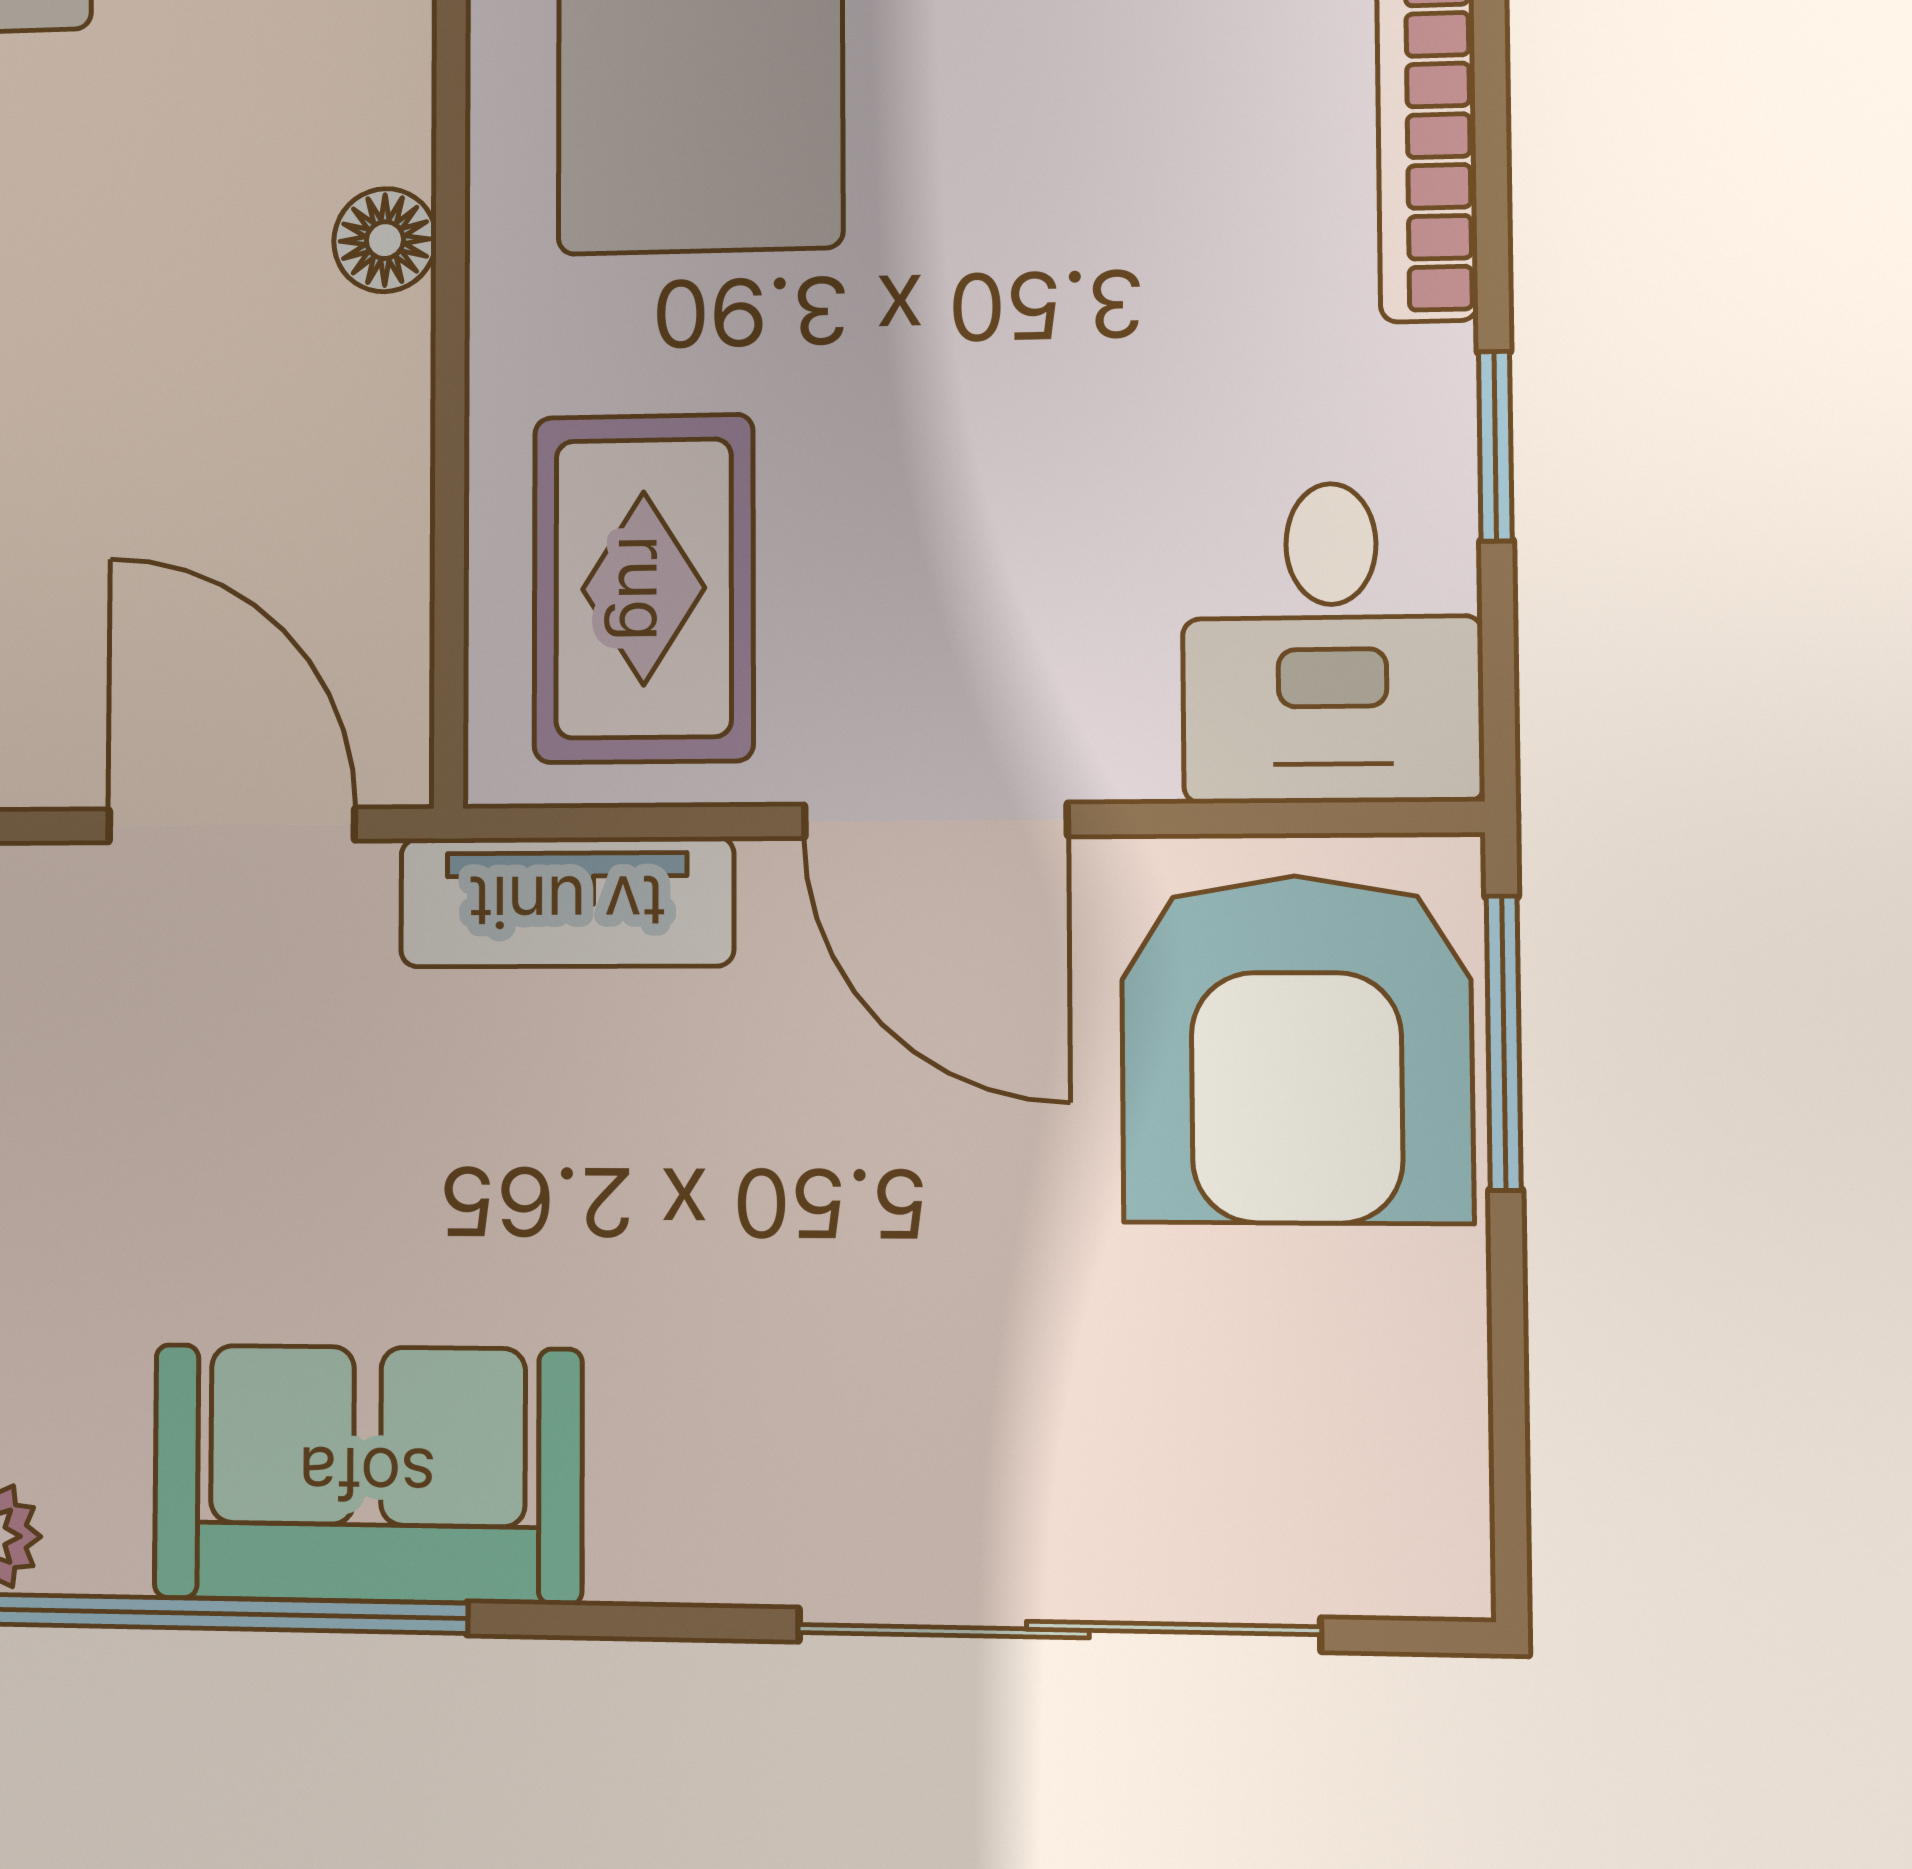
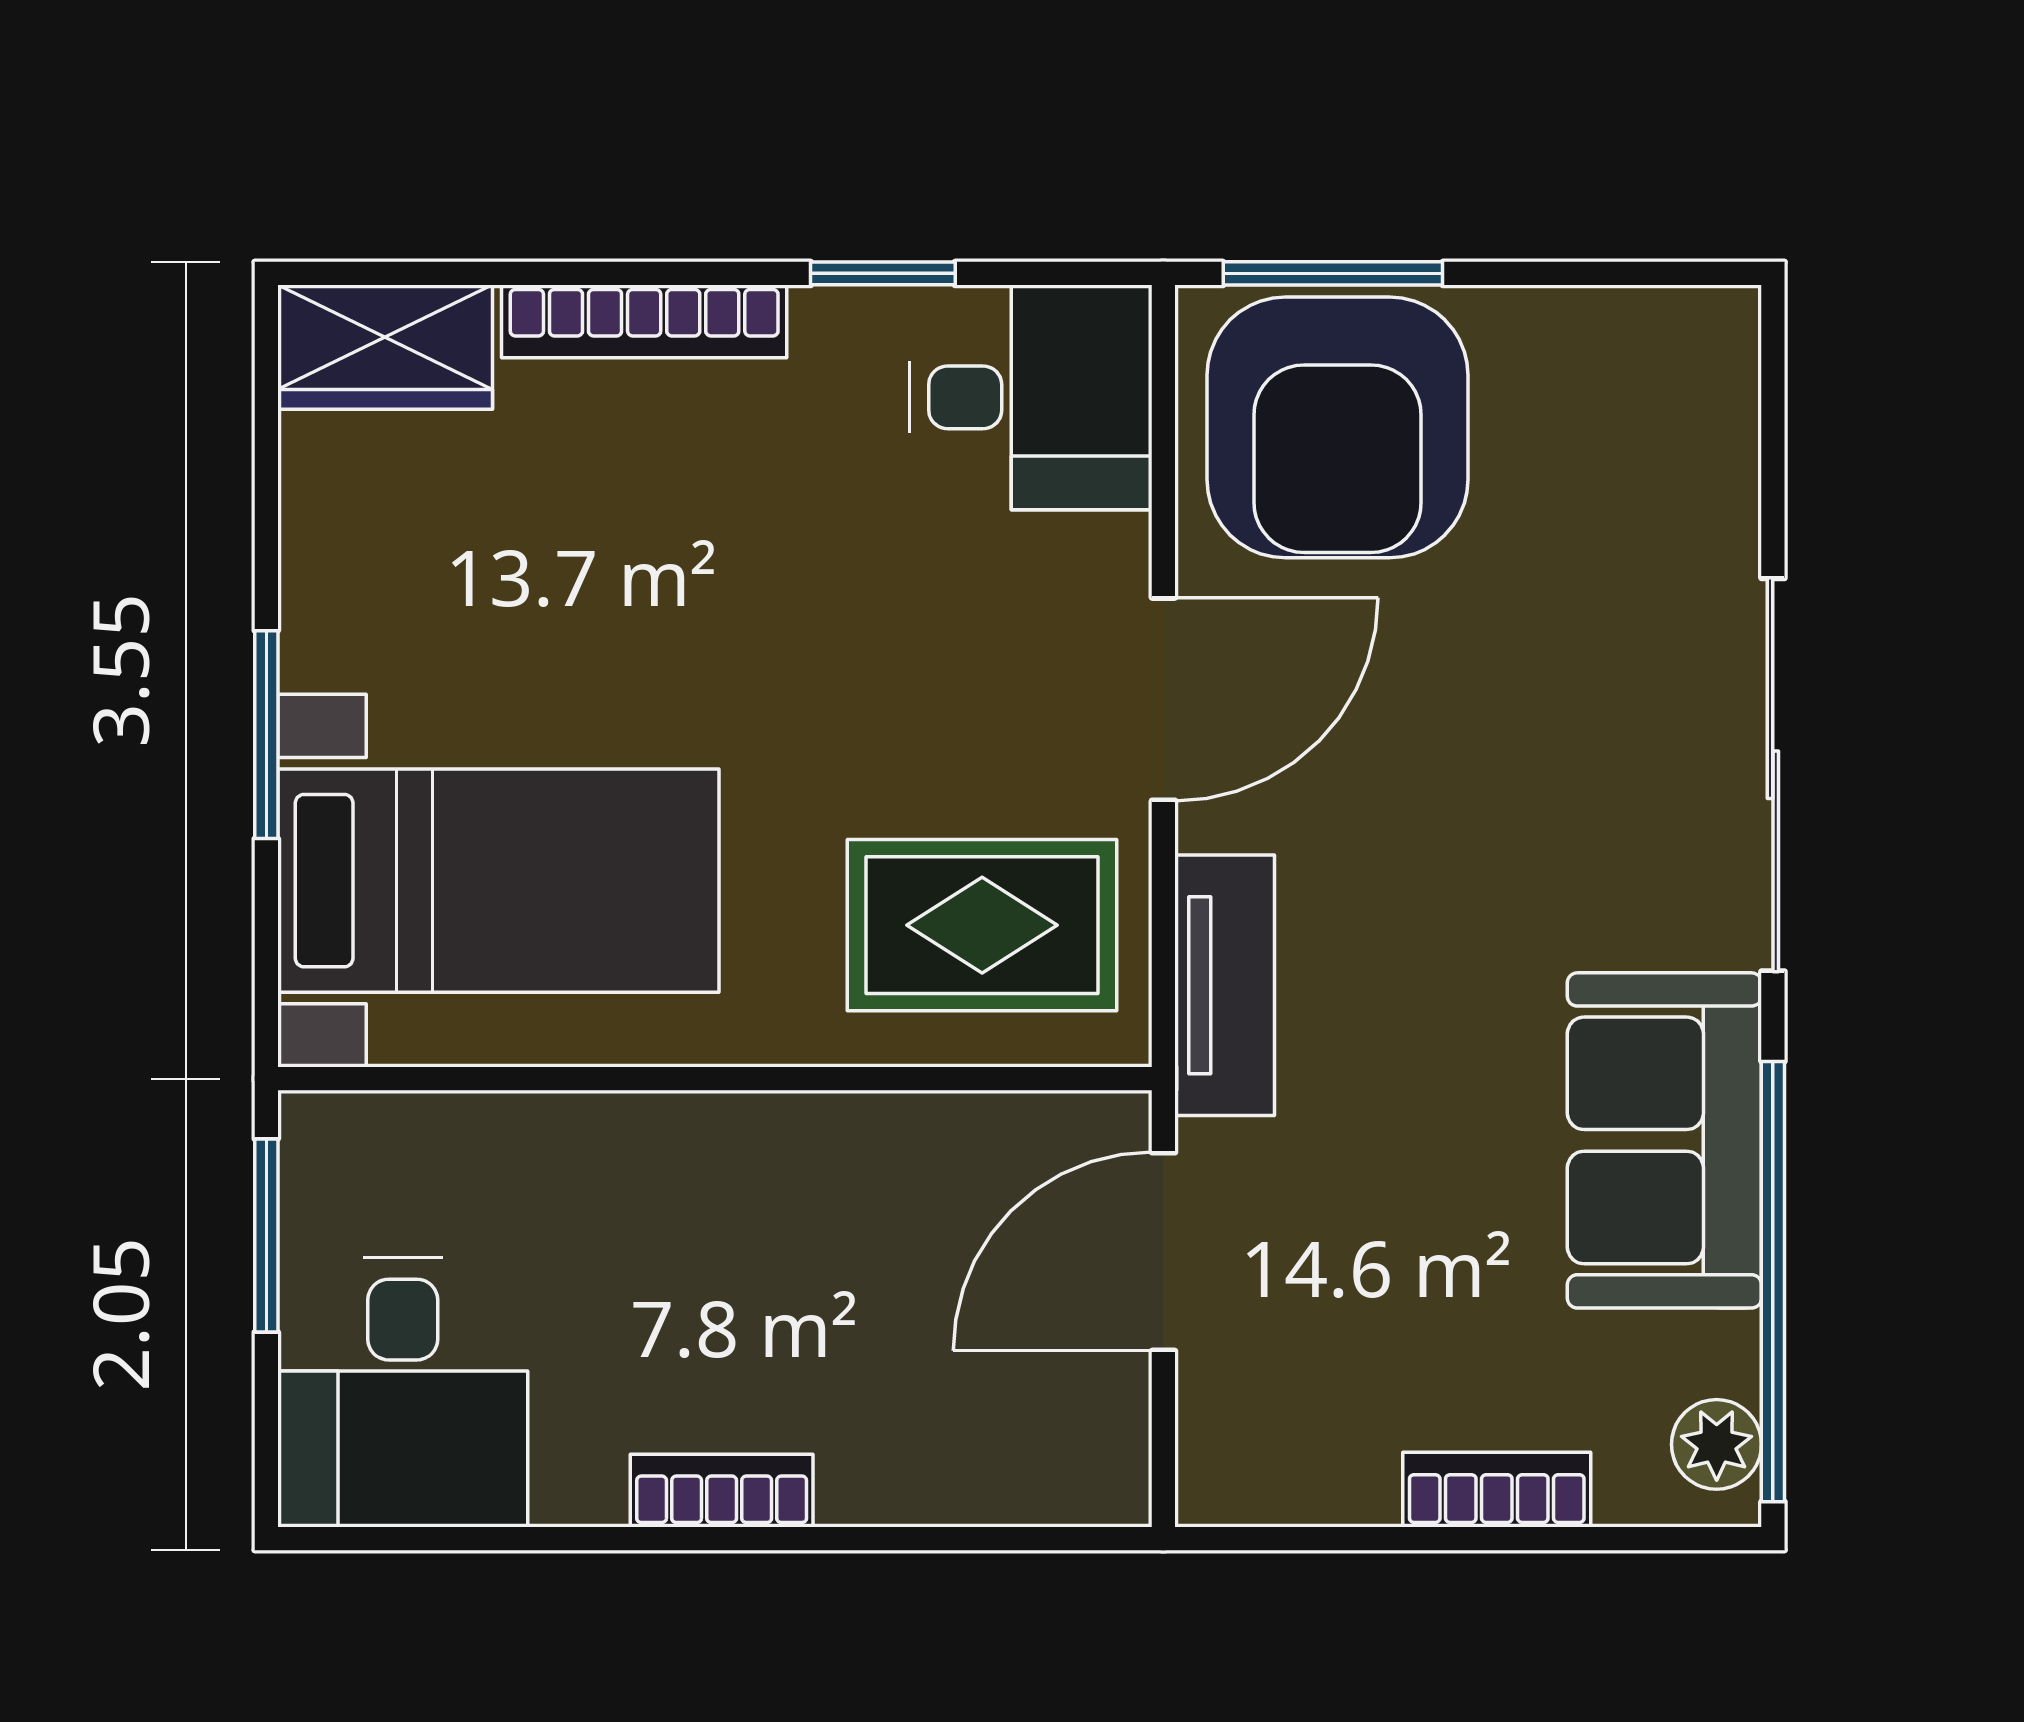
floor lamp: (385, 240) -> (704, 1131), removed
armchair: (1296, 1049) -> (1337, 427), turned 90
sliding door: (1058, 1630) -> (1773, 775), moved

